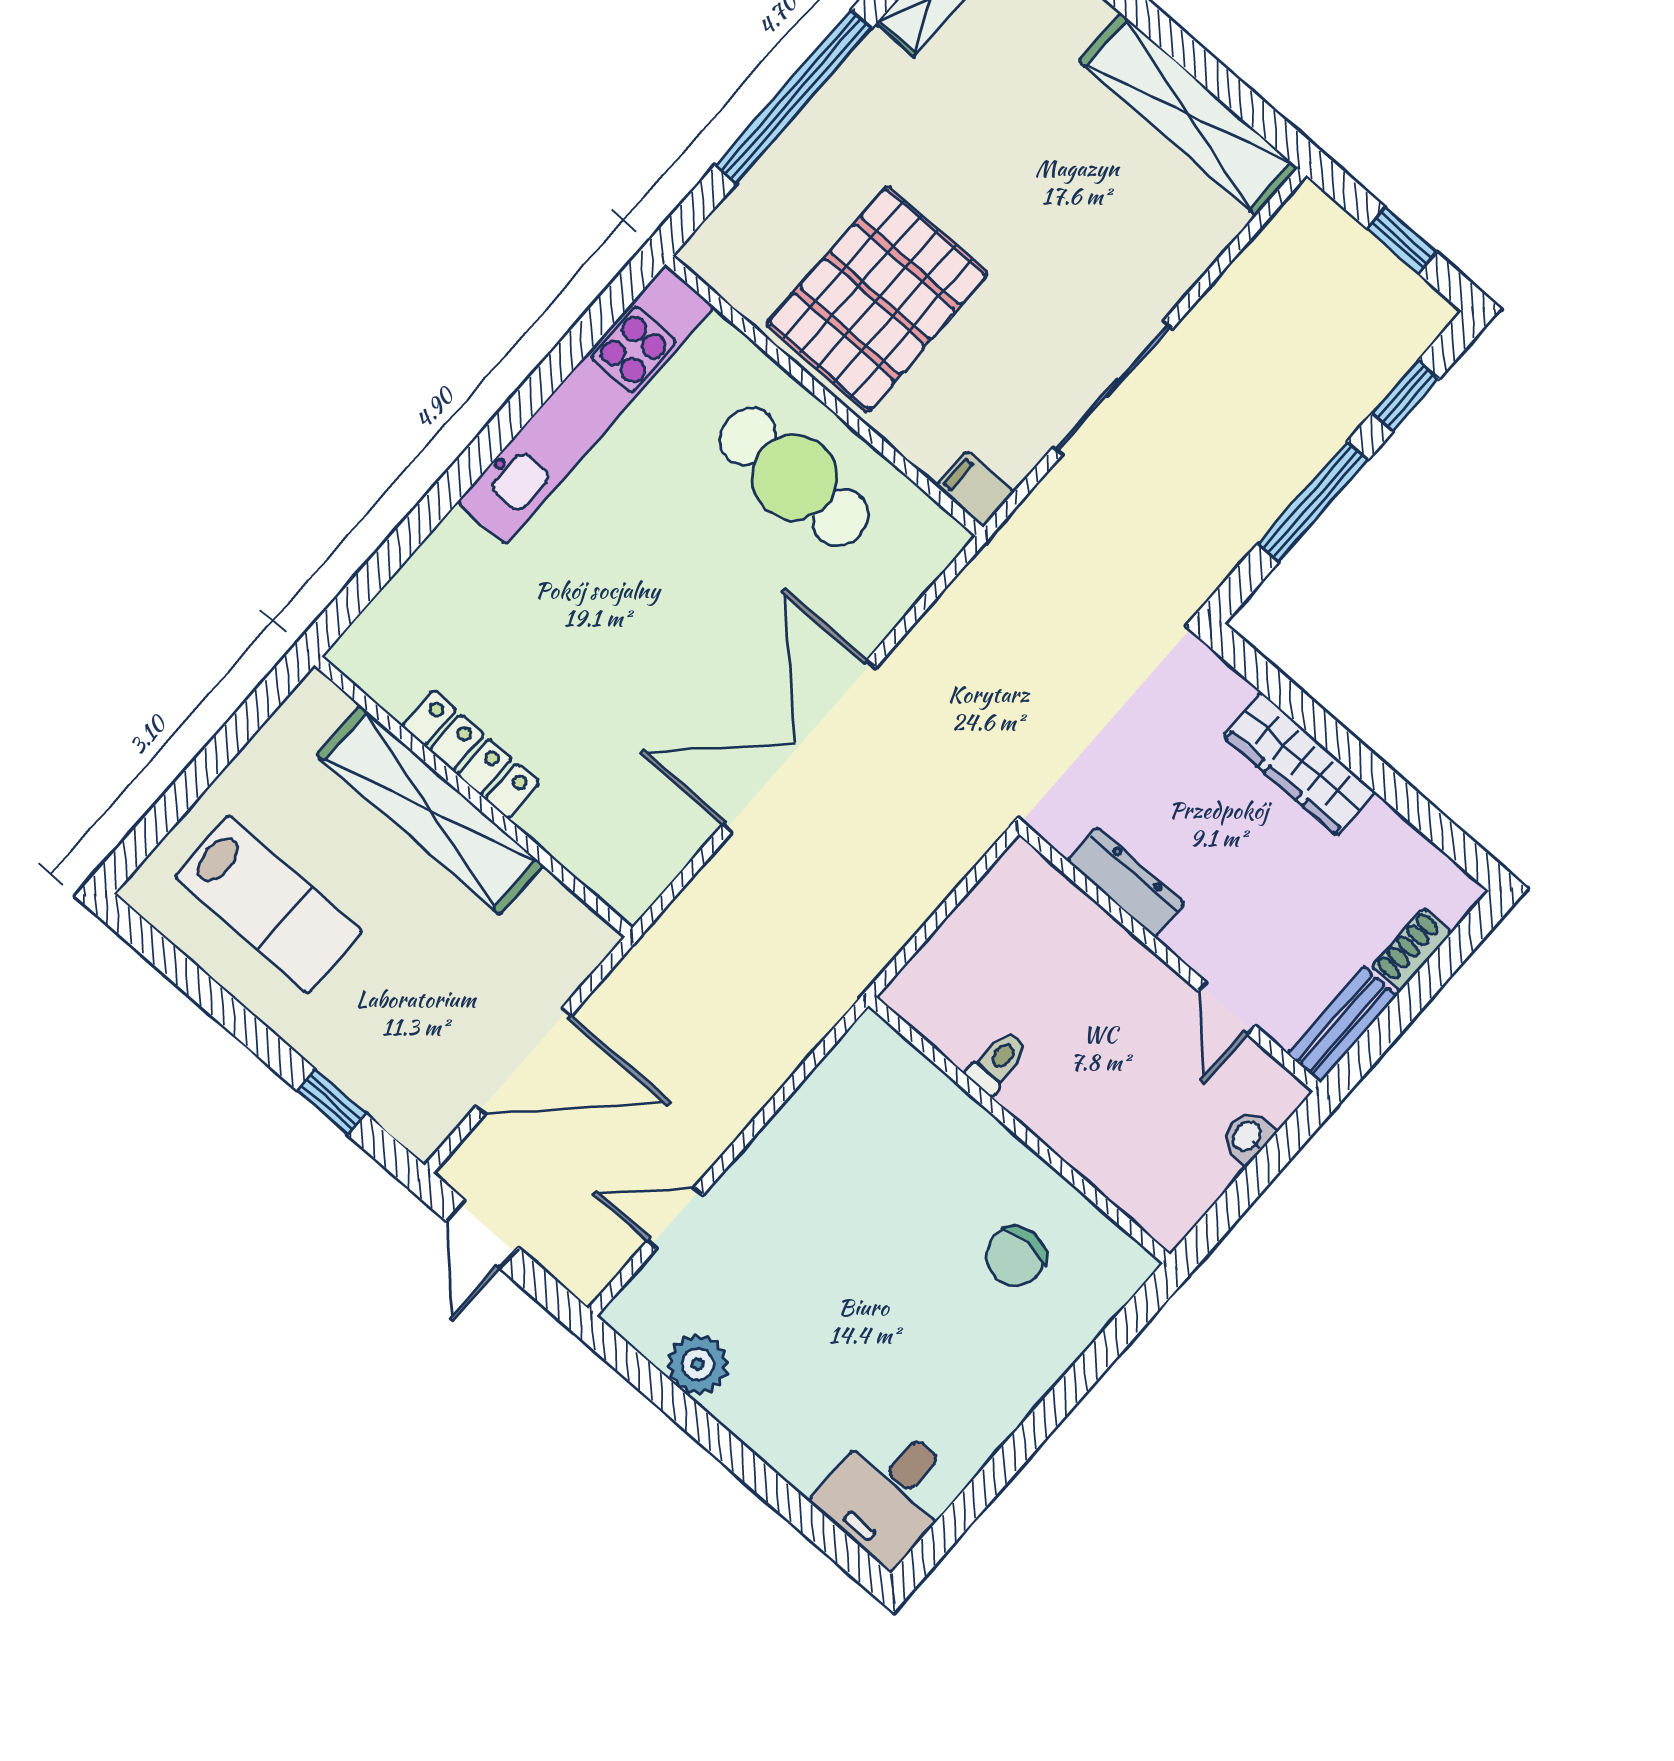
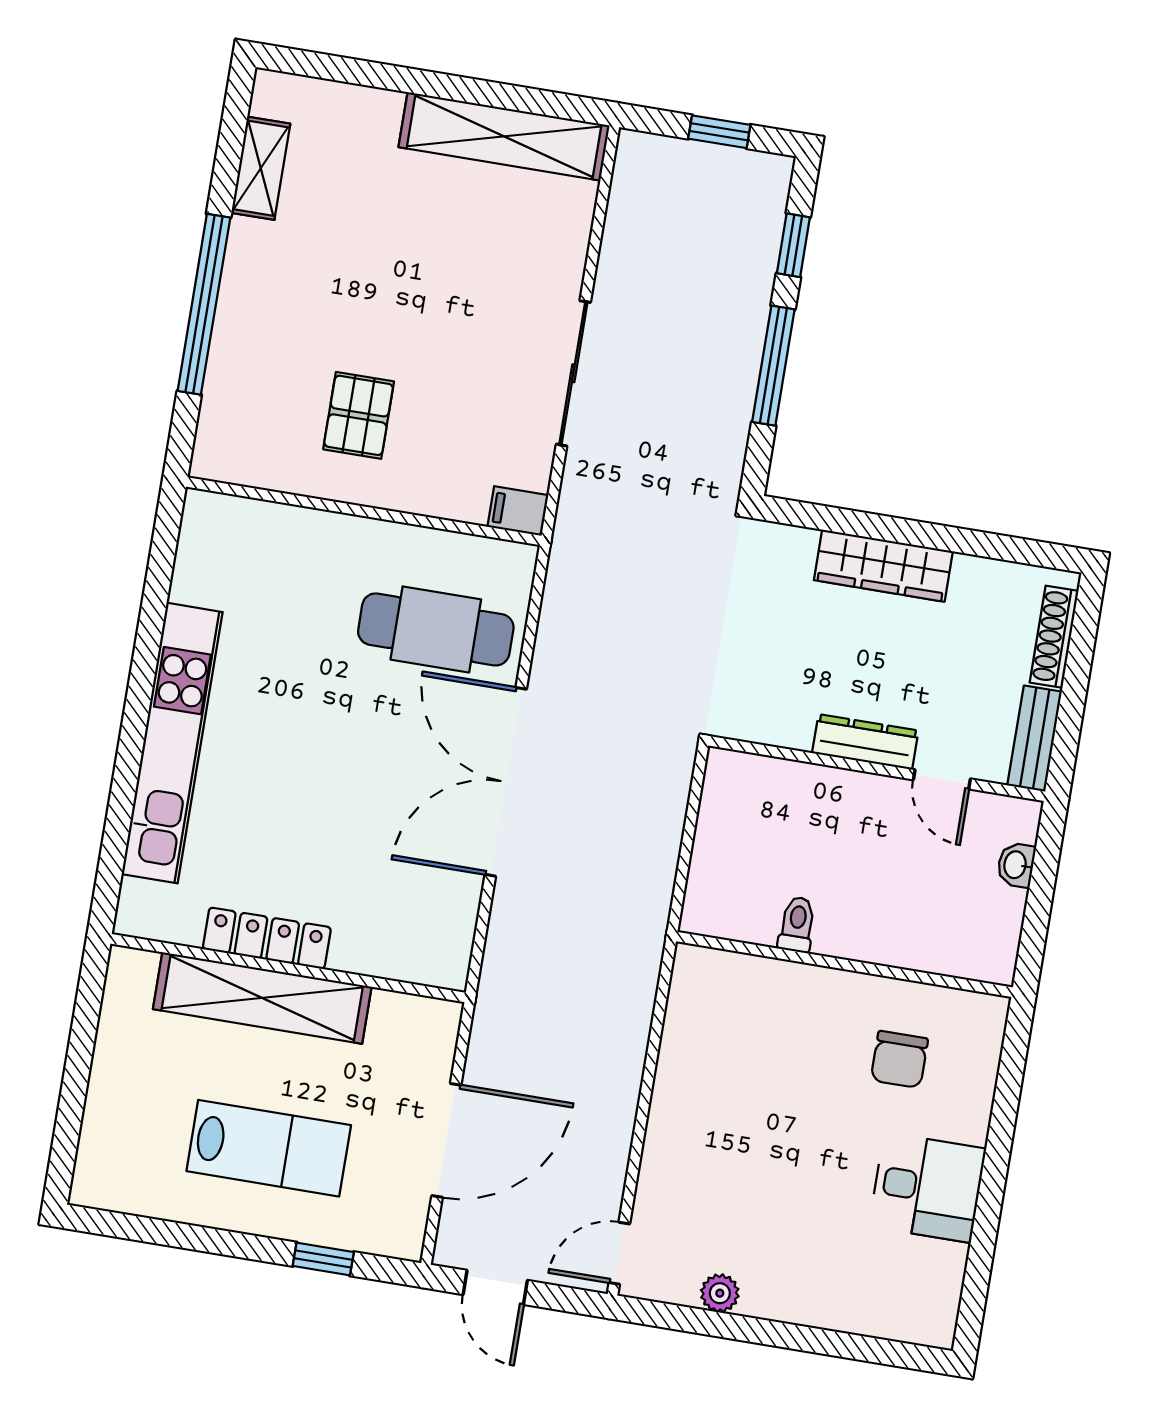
pallet: (877, 299) -> (359, 415), width x0.49, depth x0.50
kitchen unit: (586, 404) -> (172, 743), moved
cafe table: (794, 477) -> (436, 629), moved
dresser: (1126, 882) -> (865, 742), moved
lab bench: (269, 904) -> (269, 1148), moved
shoe rack: (1412, 950) -> (1054, 637), width x1.43
door: (675, 1218) -> (619, 1253), moved
plant: (698, 1364) -> (720, 1293), width x0.73, depth x0.73
desk: (889, 1493) -> (927, 1187), moved, turned -90

